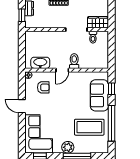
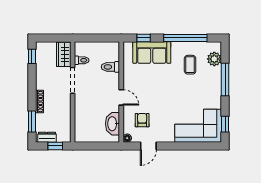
toilet: (74, 61) -> (110, 67), moved
door: (22, 106) -> (148, 146), moved
coffee table: (89, 127) -> (190, 65), width x0.54, depth x0.58
plant: (68, 147) -> (214, 59), moved

